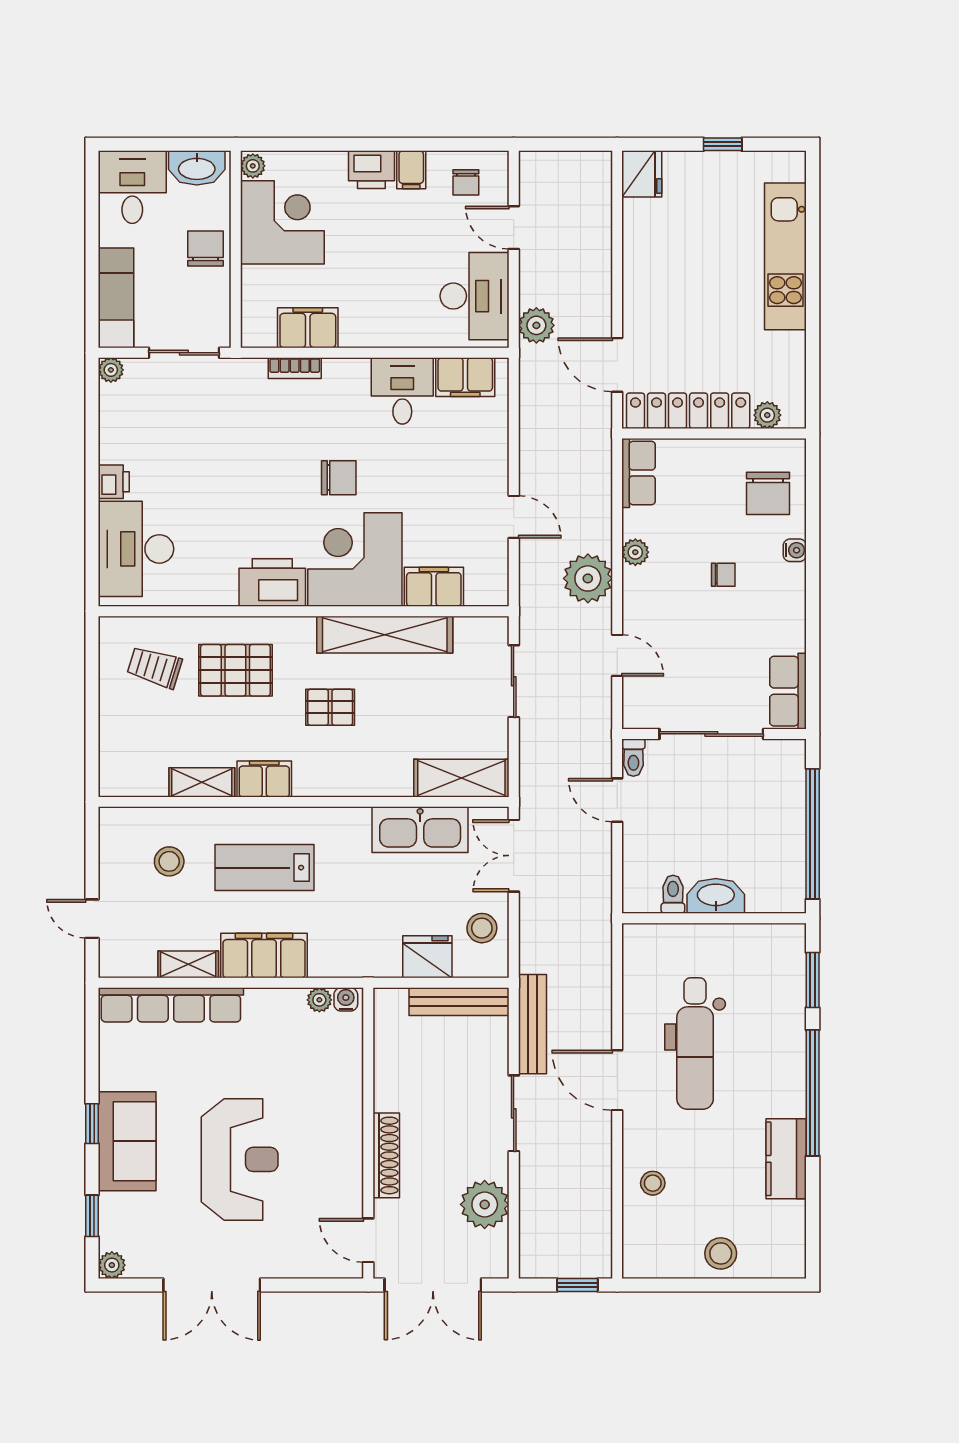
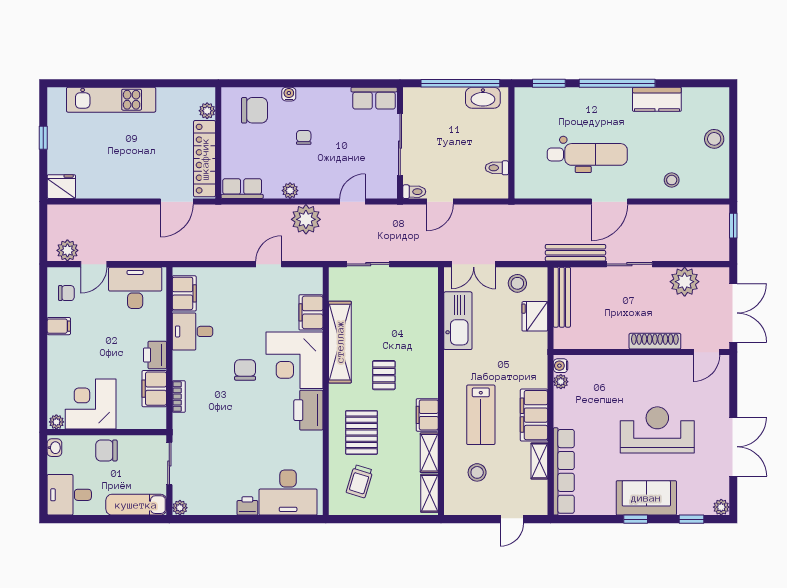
washbasin: (197, 168) -> (54, 448), width x0.52, depth x0.69
printer: (371, 170) -> (155, 355), moved, turned 180
plant: (536, 325) -> (67, 250), moved
shelving: (461, 778) -> (429, 493), moved, width x0.67, depth x0.75
washbasin: (716, 896) -> (483, 98), moved, turned -90

